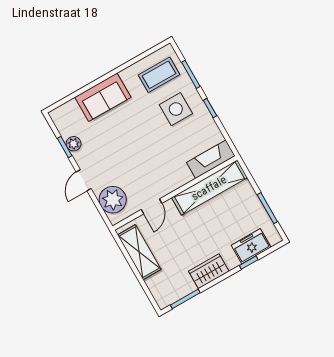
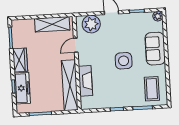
side table: (176, 109) -> (124, 61), moved
plant: (74, 144) -> (158, 16), moved
fireplace: (211, 159) -> (85, 81), moved
door: (152, 206) -> (76, 45), hinge flipped
freezer: (251, 246) -> (22, 88), width x1.40

